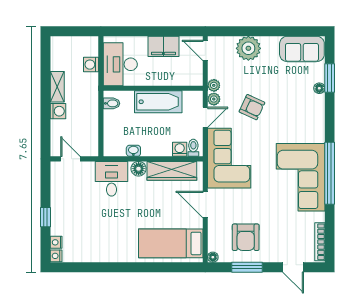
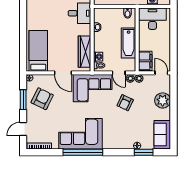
filing cabinet: (163, 46) -> (145, 61), moved, turned 180
door: (205, 50) -> (161, 73), hinge flipped
floor lamp: (139, 169) -> (86, 30), removed
door: (205, 205) -> (63, 73), swing flipped
armchair: (246, 237) -> (42, 99), turned 116

